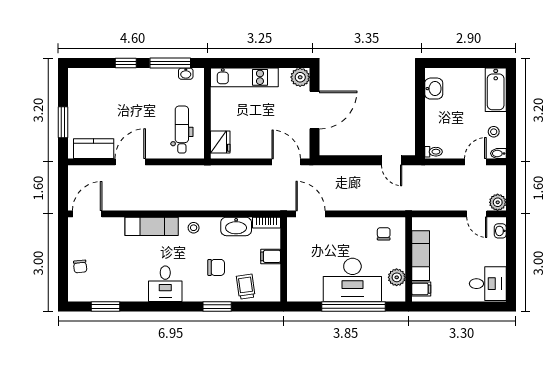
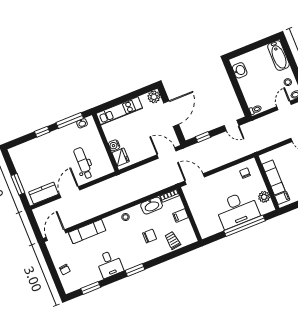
water cooler: (218, 122) -> (114, 145), added
dental chair: (182, 130) -> (83, 163), moved
window: (346, 160) -> (203, 137), added
exam couch: (152, 226) -> (87, 232), moved
desk: (165, 284) -> (110, 264), moved
window: (217, 306) -> (135, 270), moved

